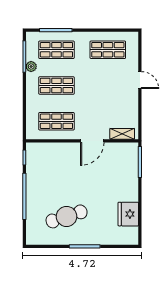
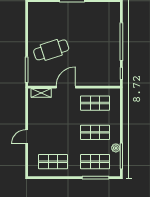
door: (140, 80) -> (27, 137), hinge flipped
fridge: (128, 214) -> (36, 27), removed
cafe table: (67, 216) -> (51, 50), moved

